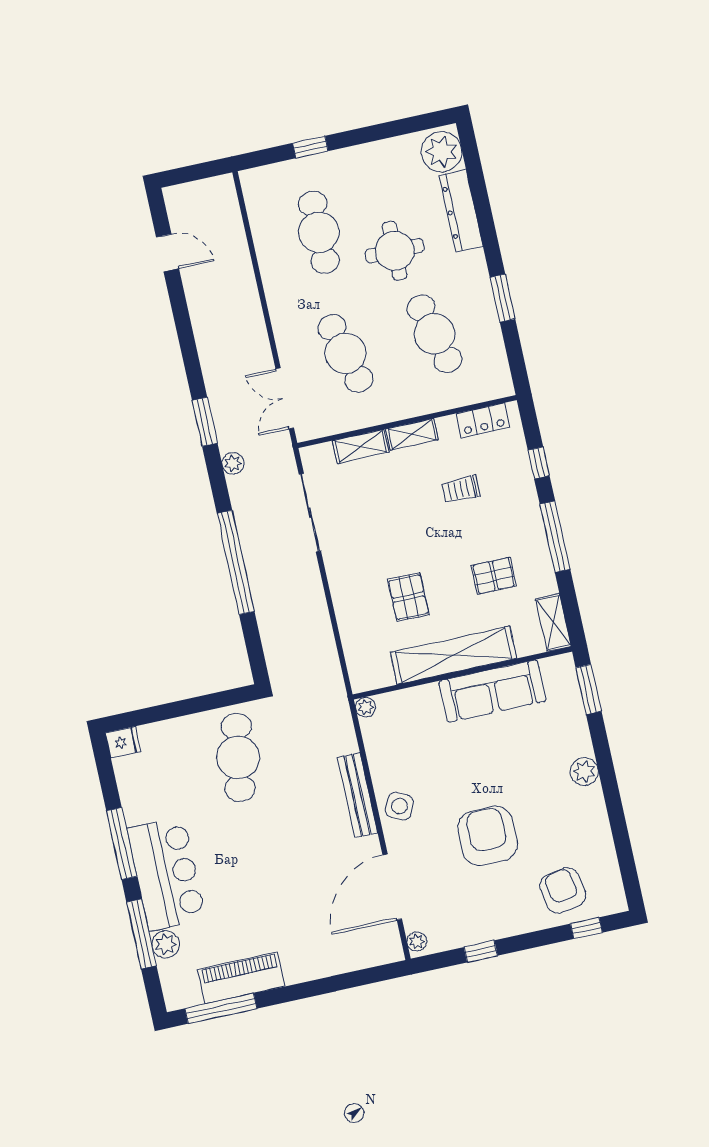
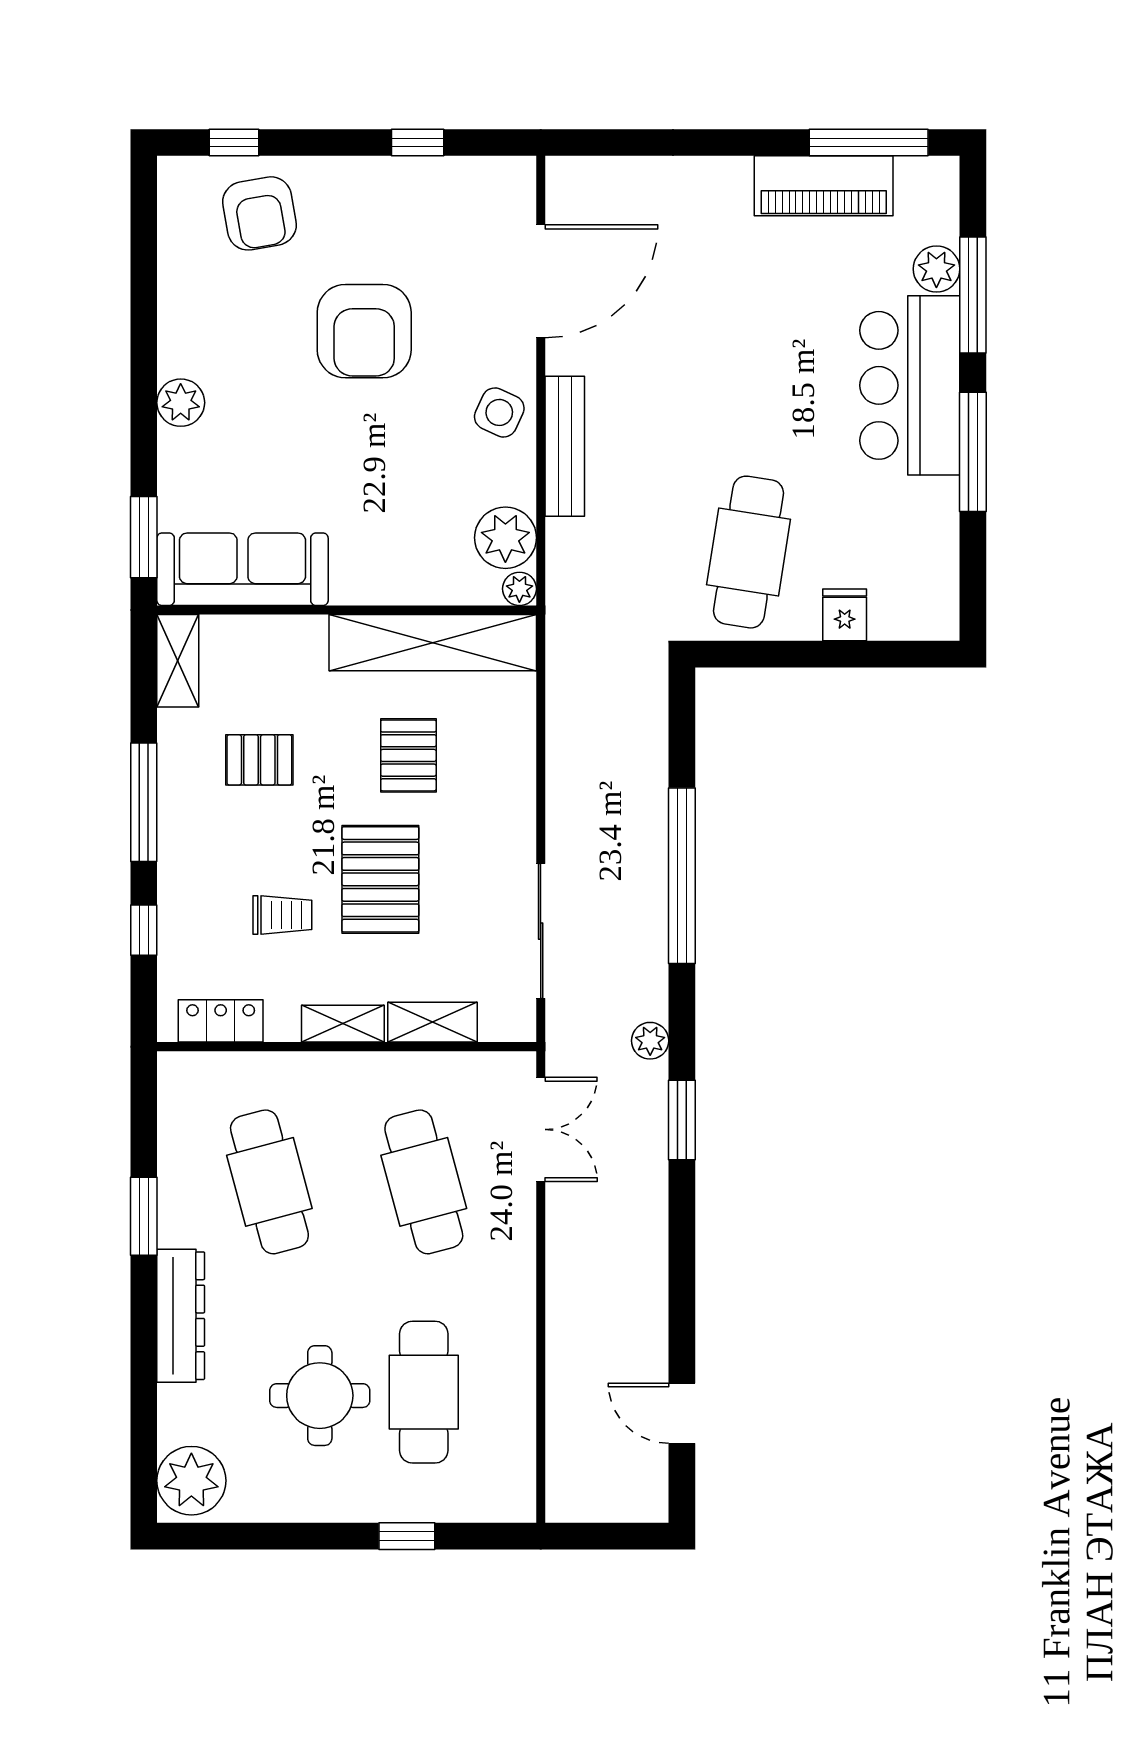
dresser: (461, 211) -> (181, 1316), moved
round table: (395, 251) -> (320, 1396), moved
pallet: (409, 522) -> (380, 879), added
shelving: (453, 655) -> (433, 643), moved
sofa: (492, 691) -> (242, 569), moved
fridge: (123, 742) -> (845, 615), moved, turned 90
plant: (417, 942) -> (505, 538), moved, width x1.88, depth x1.88

